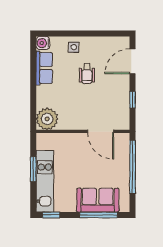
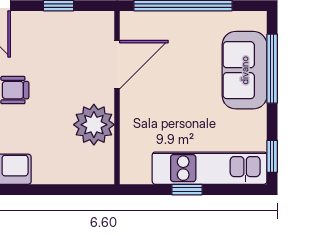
plant: (47, 119) -> (94, 125), moved
window: (33, 169) -> (187, 190), width x0.67

